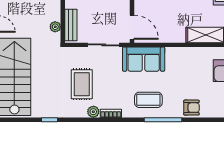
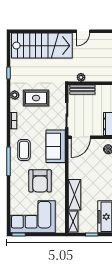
armchair: (192, 108) -> (40, 181), moved, width x1.88, depth x1.88
plant: (93, 112) -> (15, 95), moved

